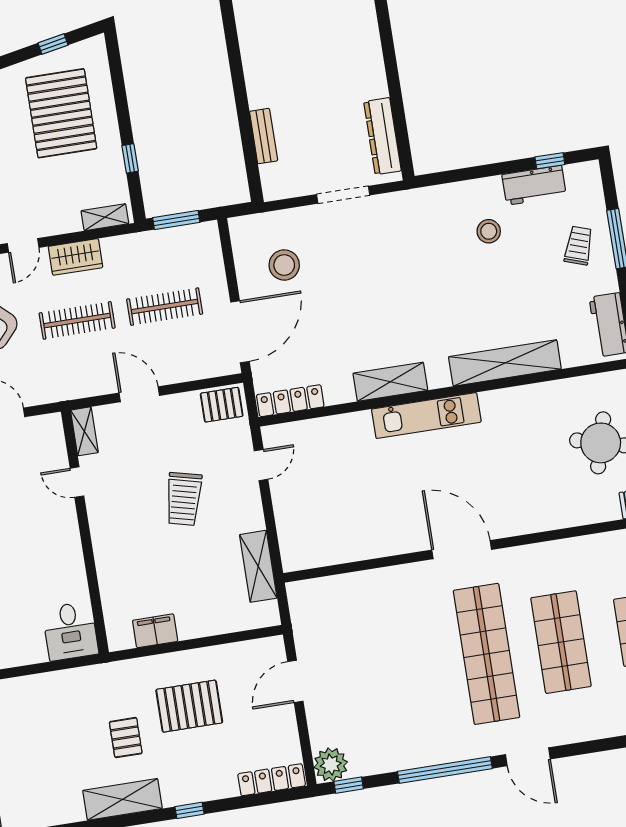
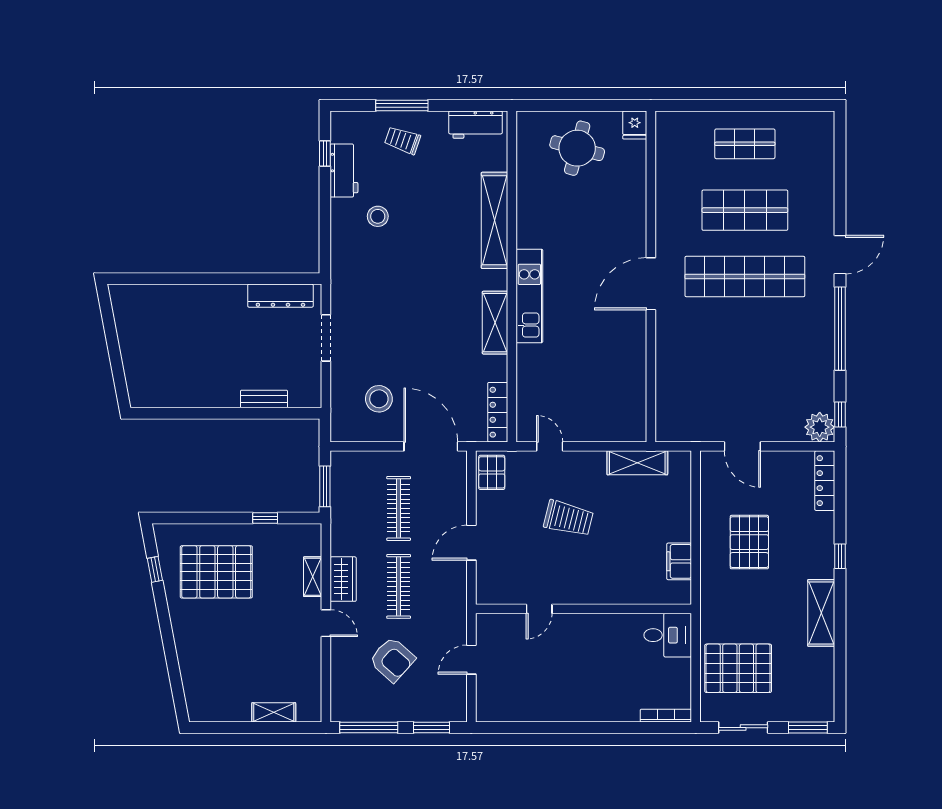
shelving: (105, 217) -> (313, 577), moved
shelving: (84, 431) -> (496, 595), removed
pallet: (126, 738) -> (738, 668), moved, width x2.05, depth x2.00

